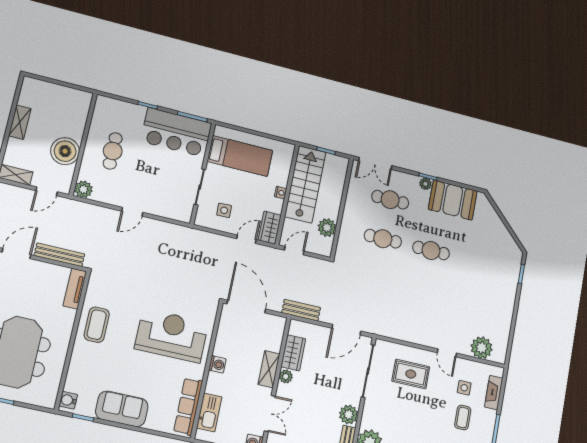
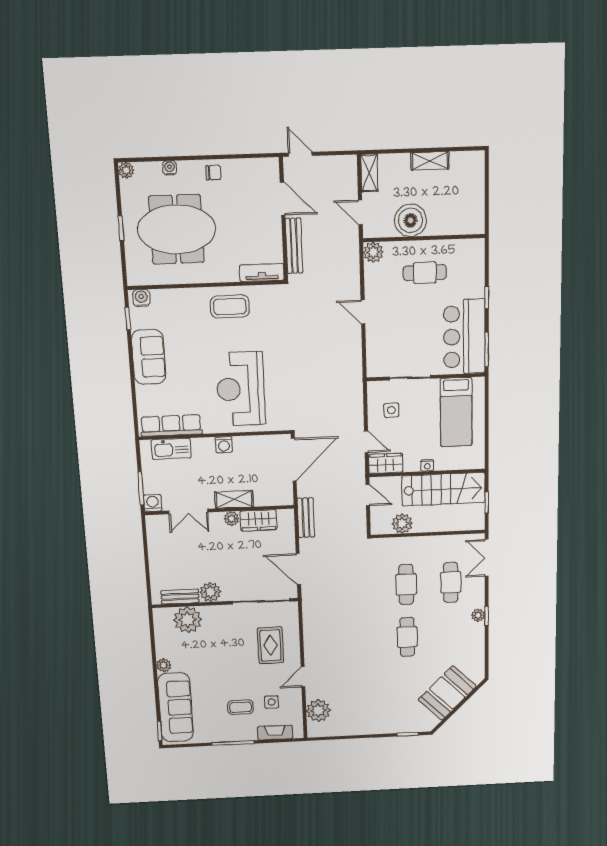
booth: (453, 200) -> (447, 693), moved, turned 45
reception desk: (172, 336) -> (241, 389), turned 180

